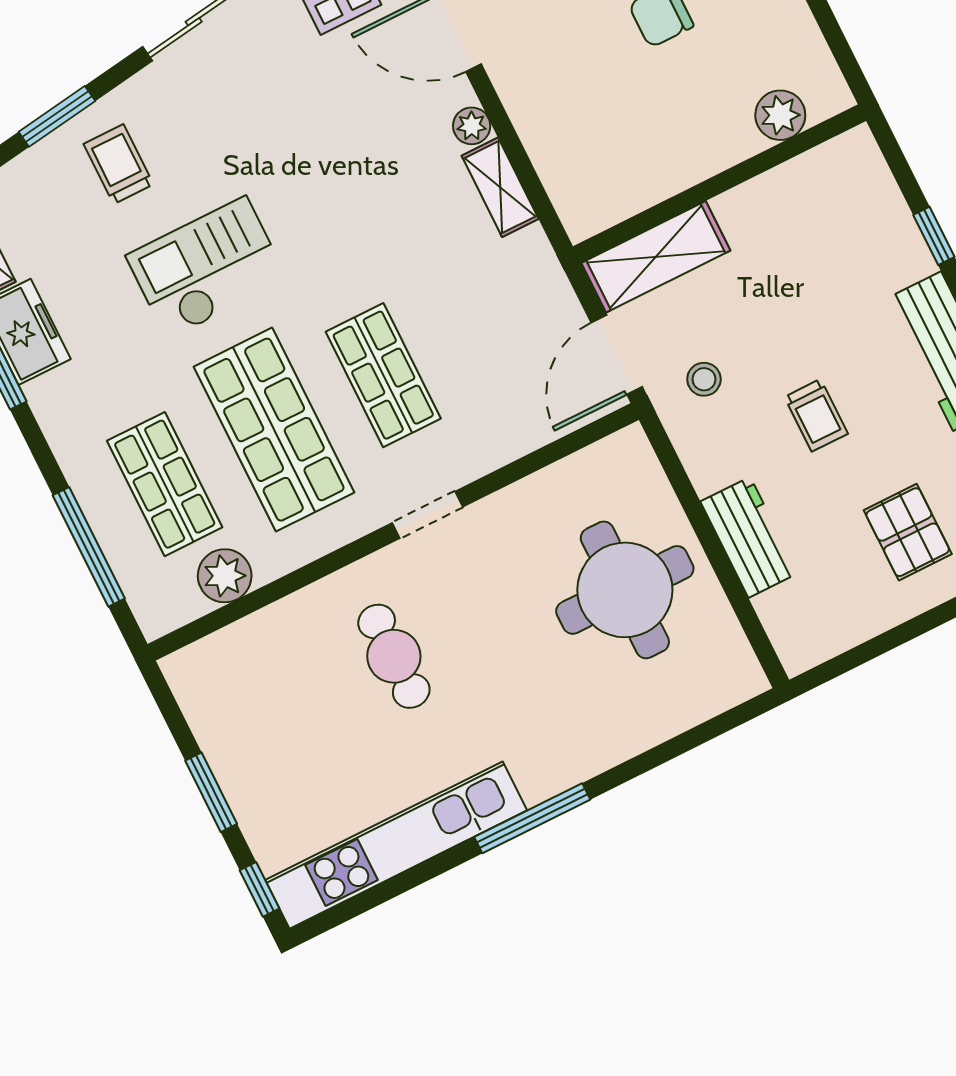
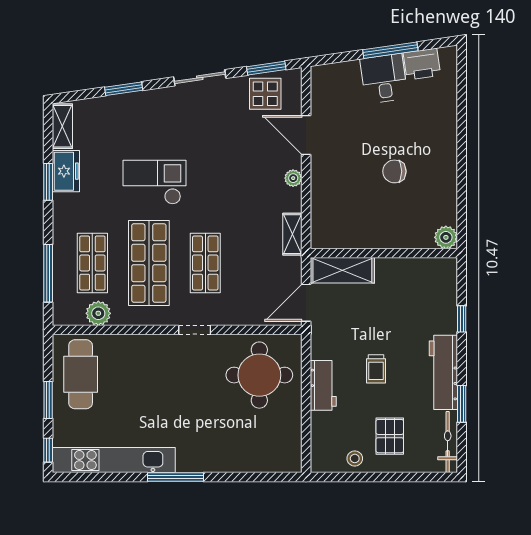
plant: (780, 115) -> (446, 237), moved
trolley: (118, 164) -> (139, 121), removed
shelving: (500, 187) -> (292, 234), moved
stool: (704, 379) -> (355, 458), moved
workbench: (749, 537) -> (323, 385), moved
round table: (625, 590) -> (259, 375), moved
cafe table: (394, 656) -> (81, 374), moved, width x1.37, depth x1.35

